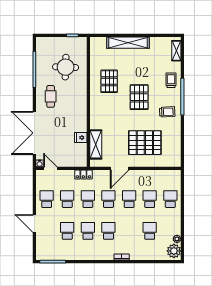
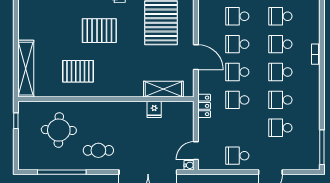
shelving: (128, 43) -> (26, 69), moved
school desk: (67, 199) -> (280, 44), moved

